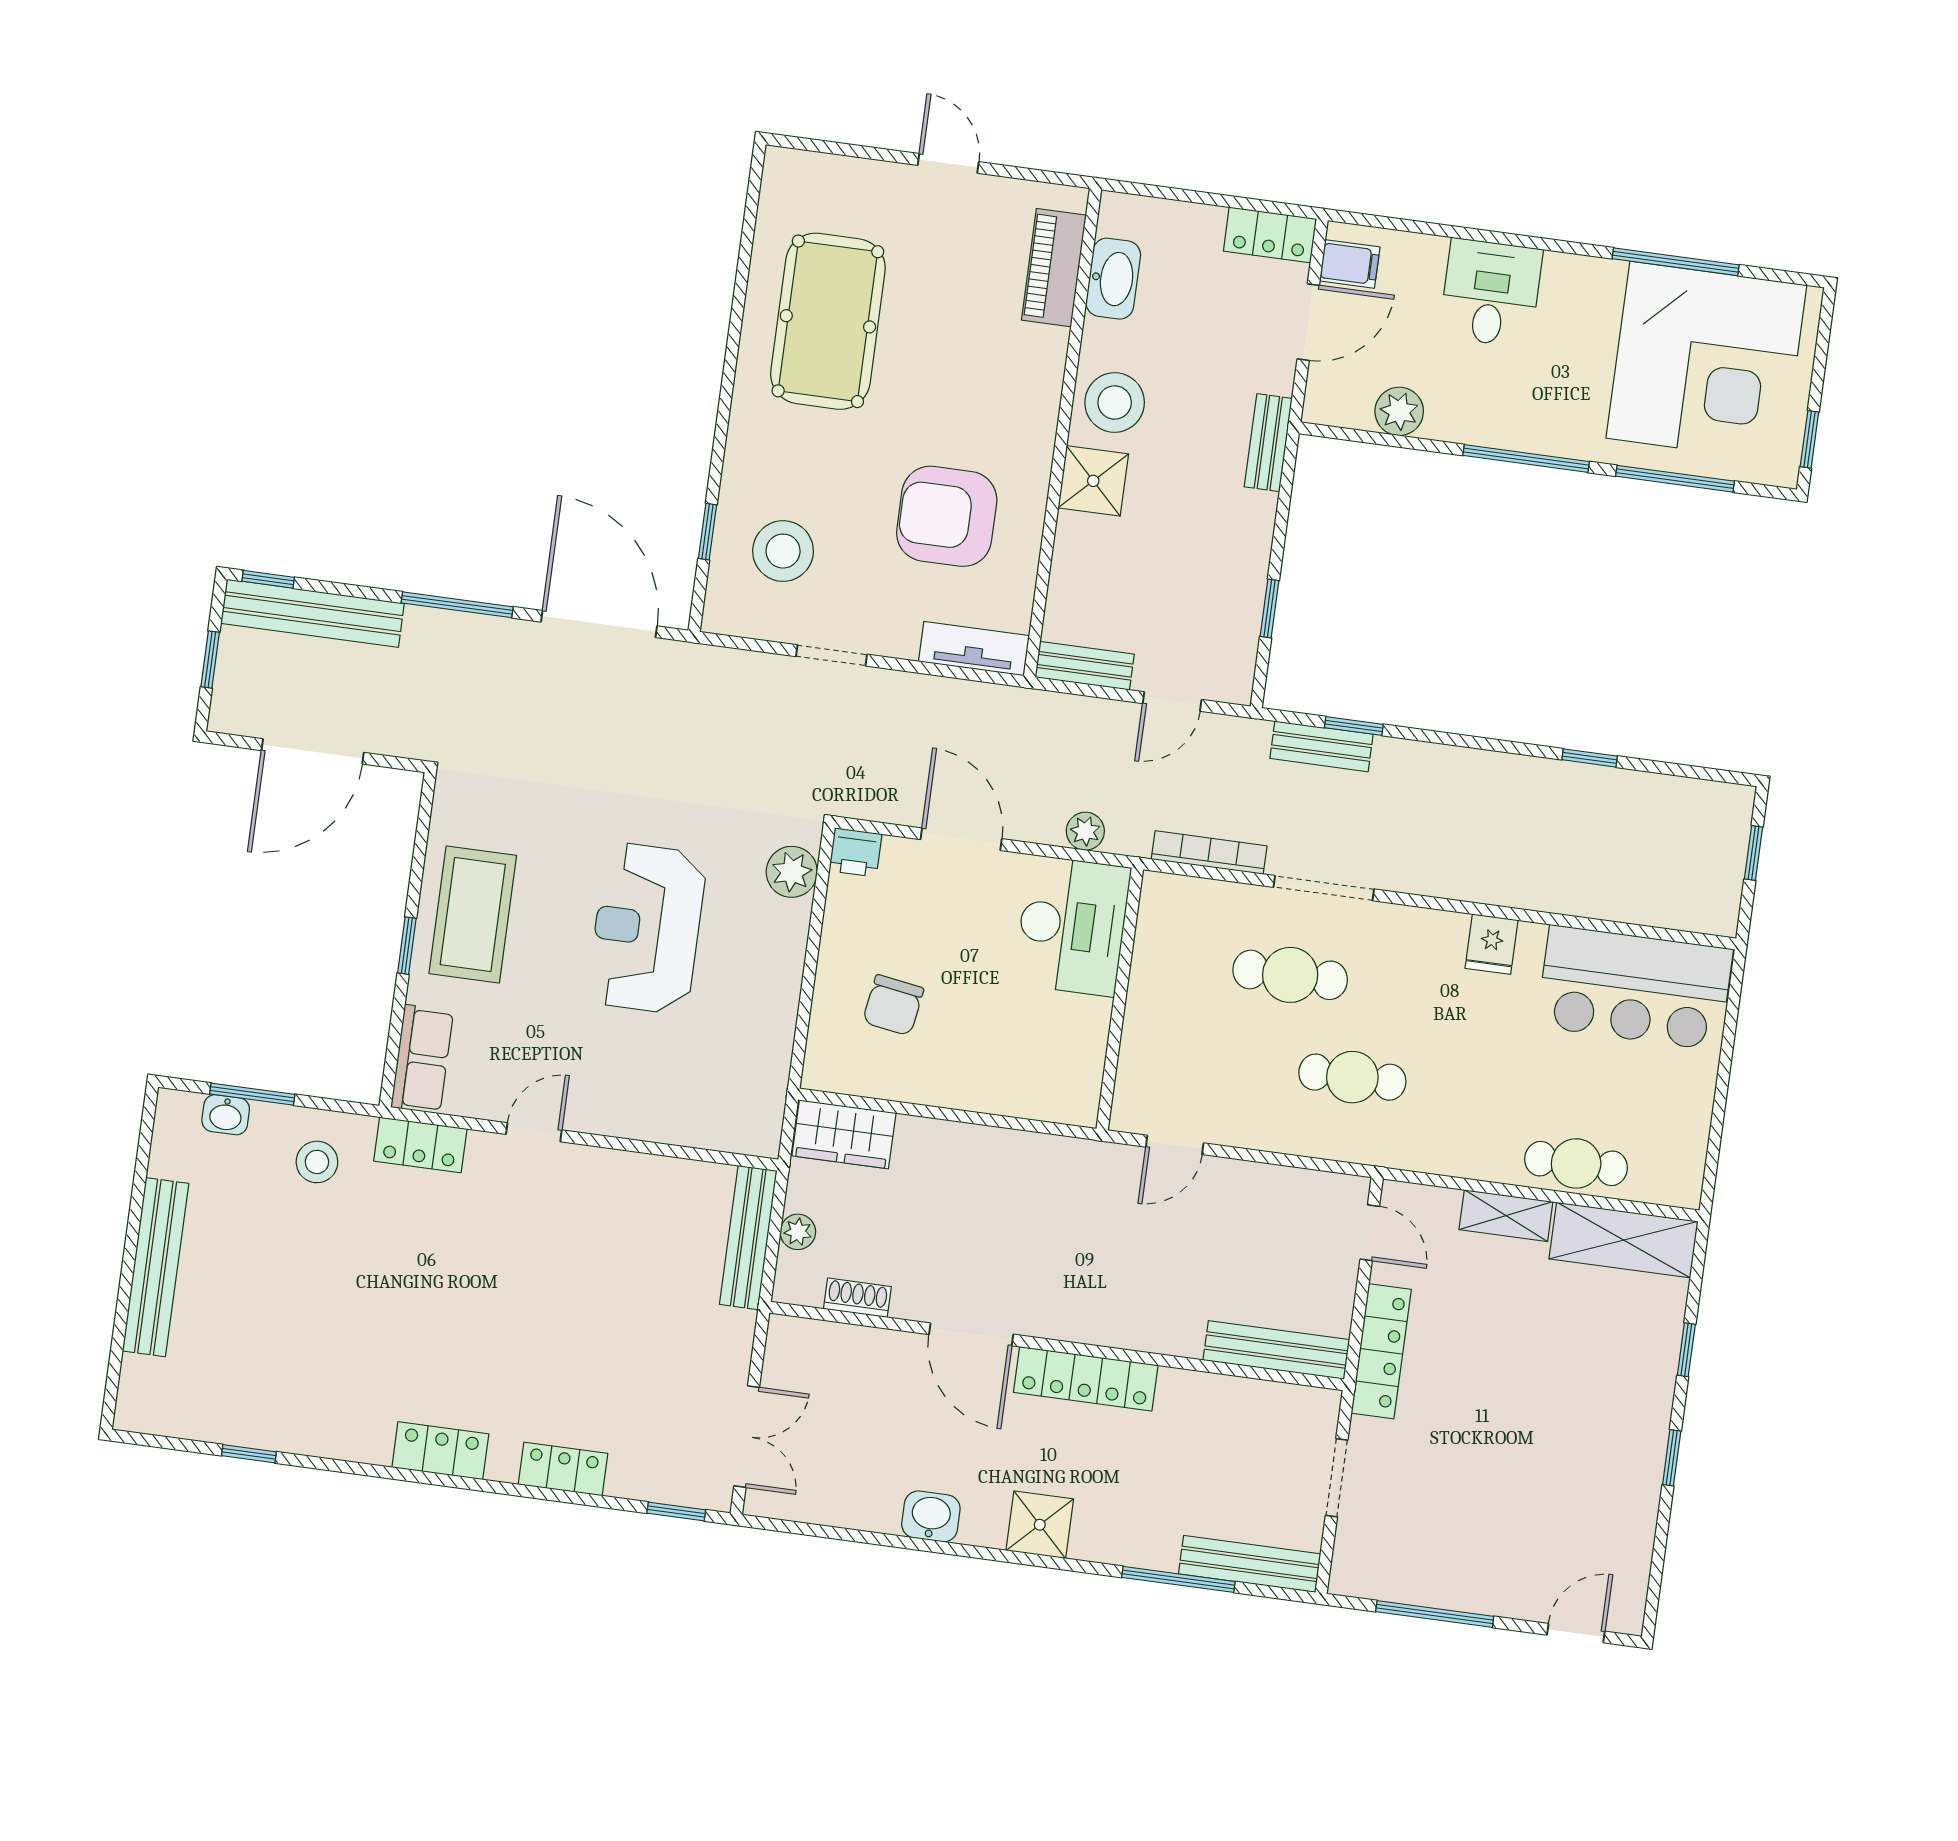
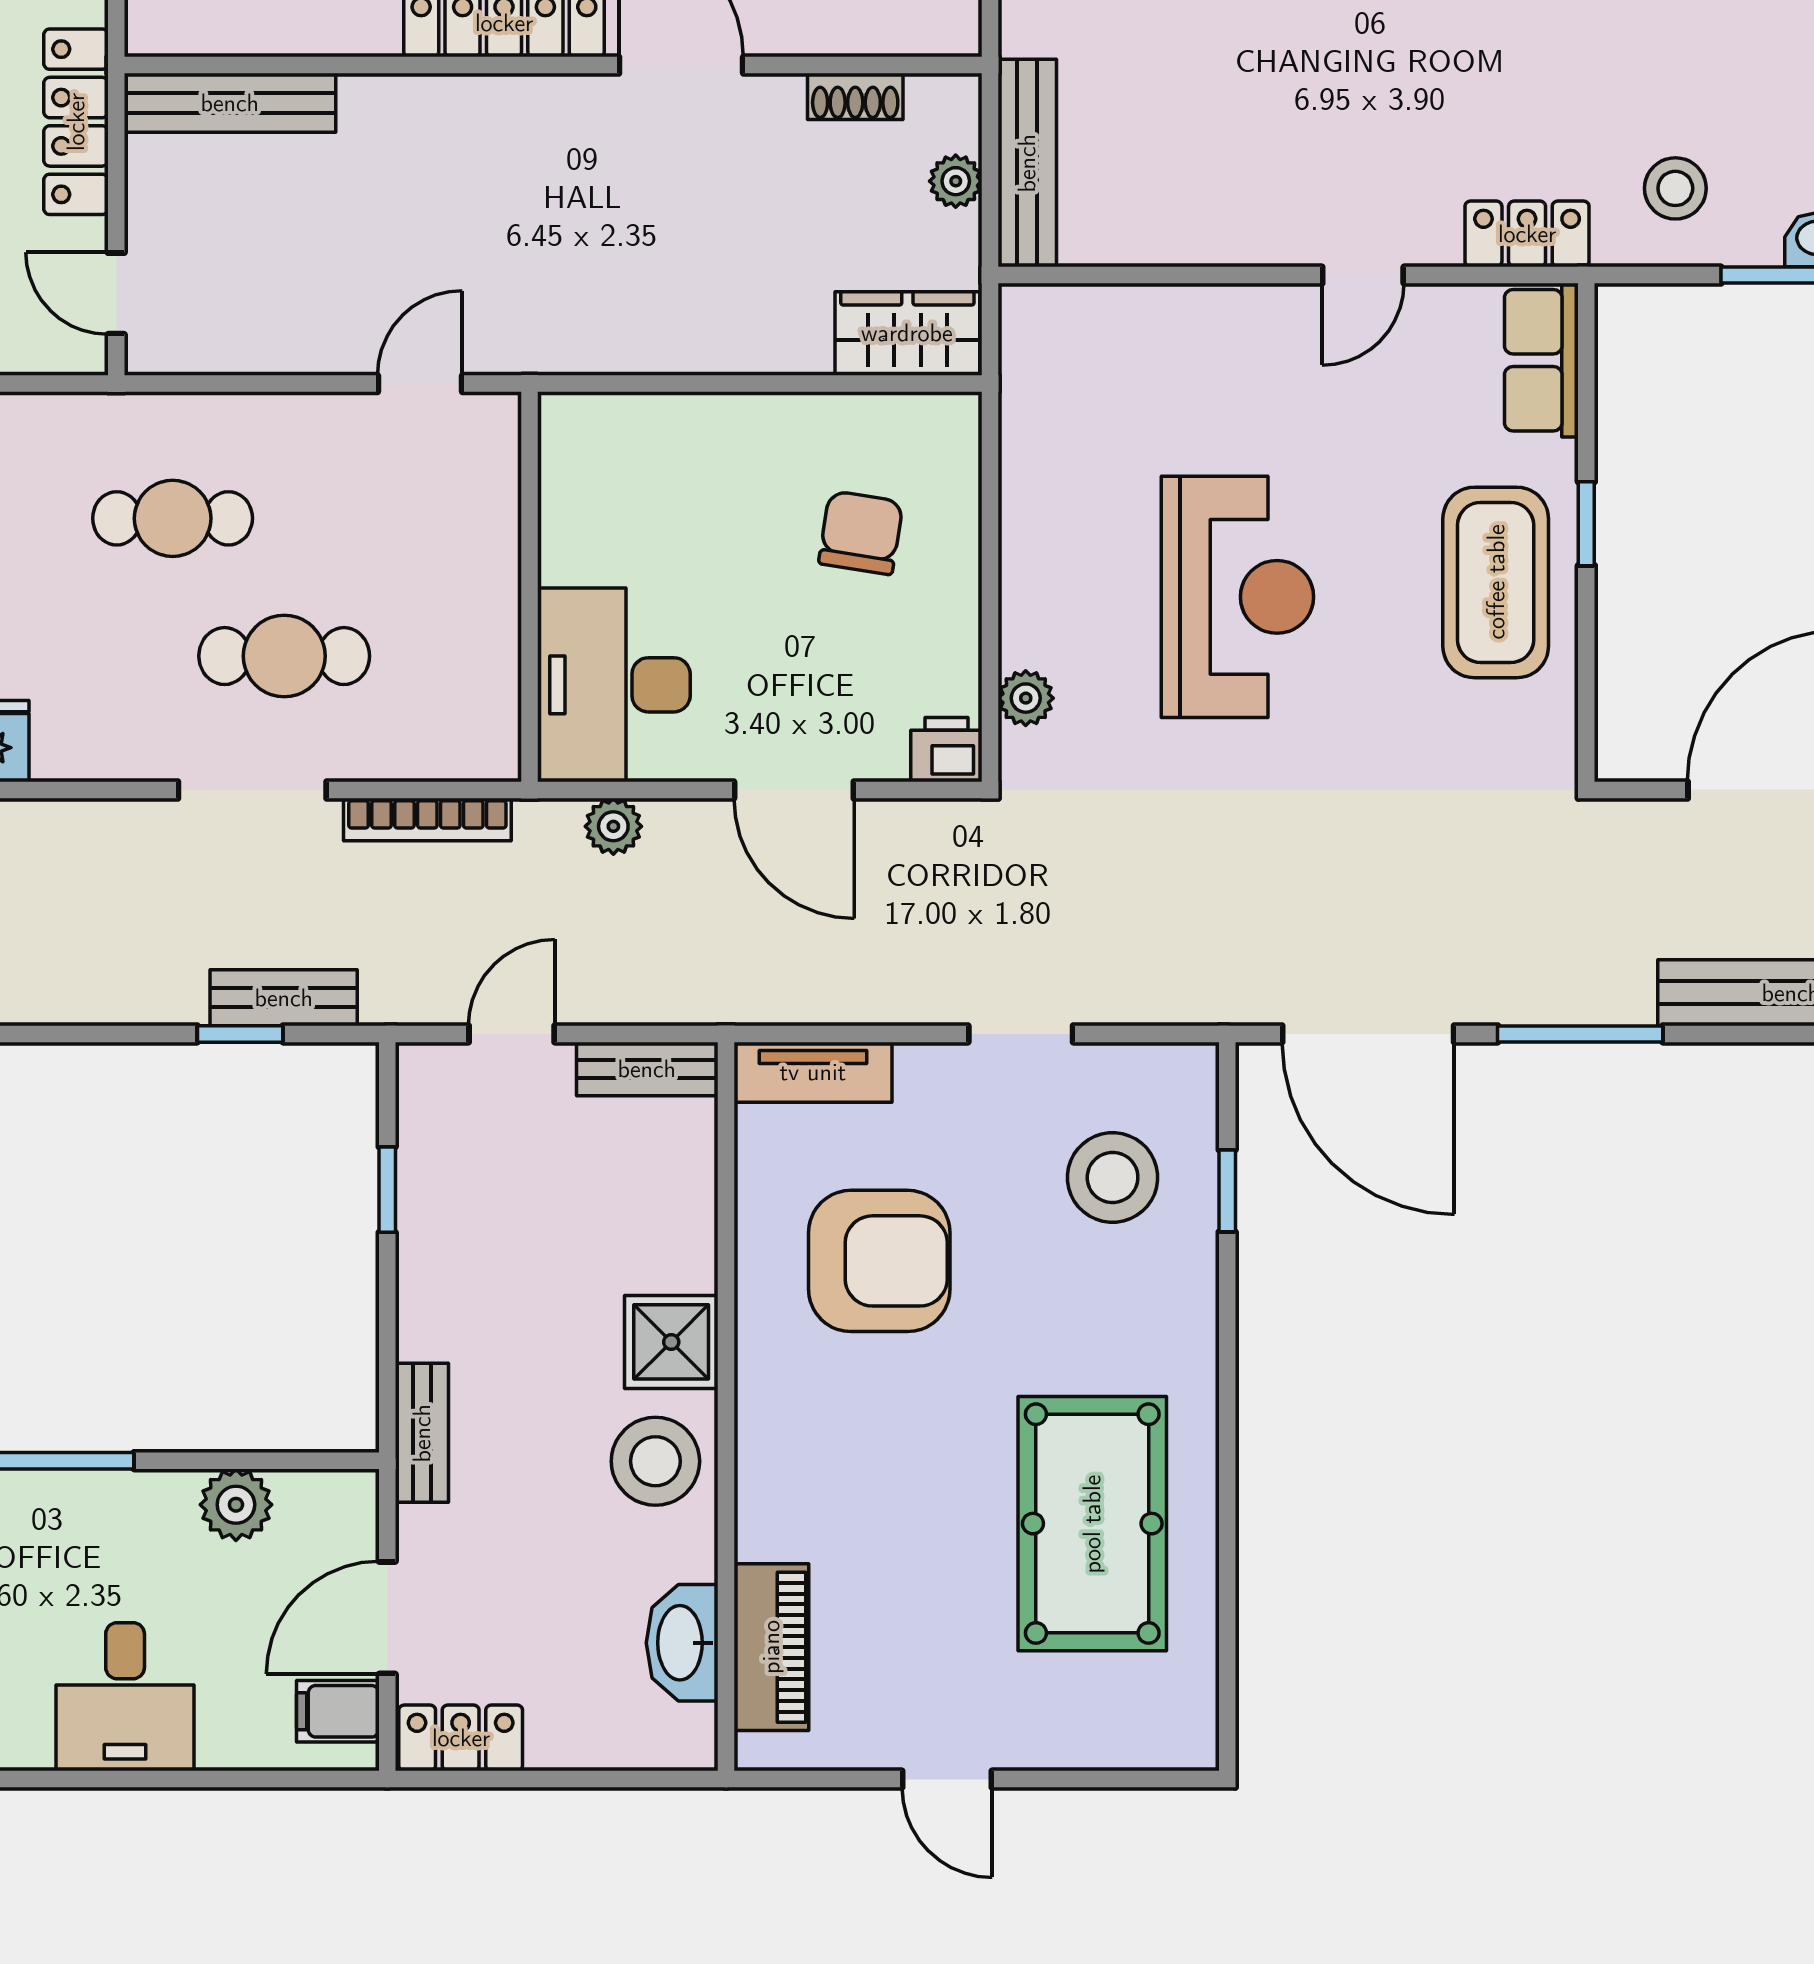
plant: (792, 872) -> (1026, 698), width x0.73, depth x0.73

